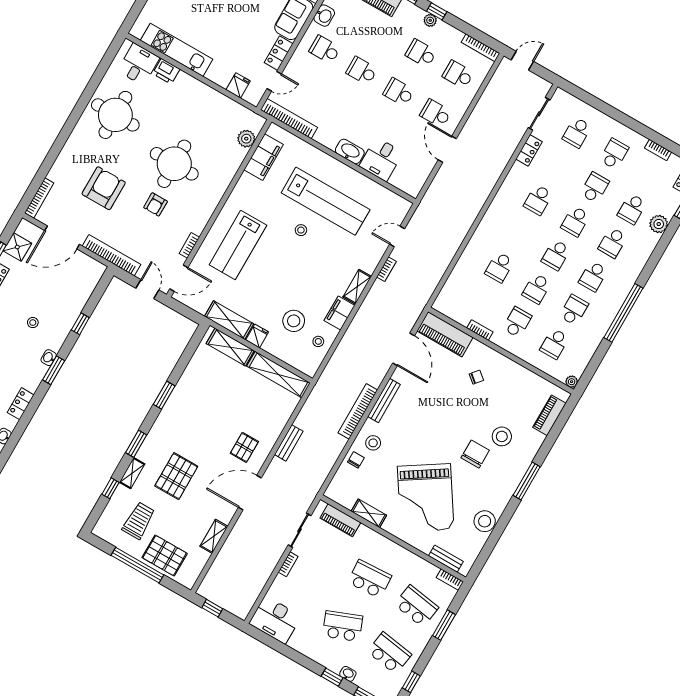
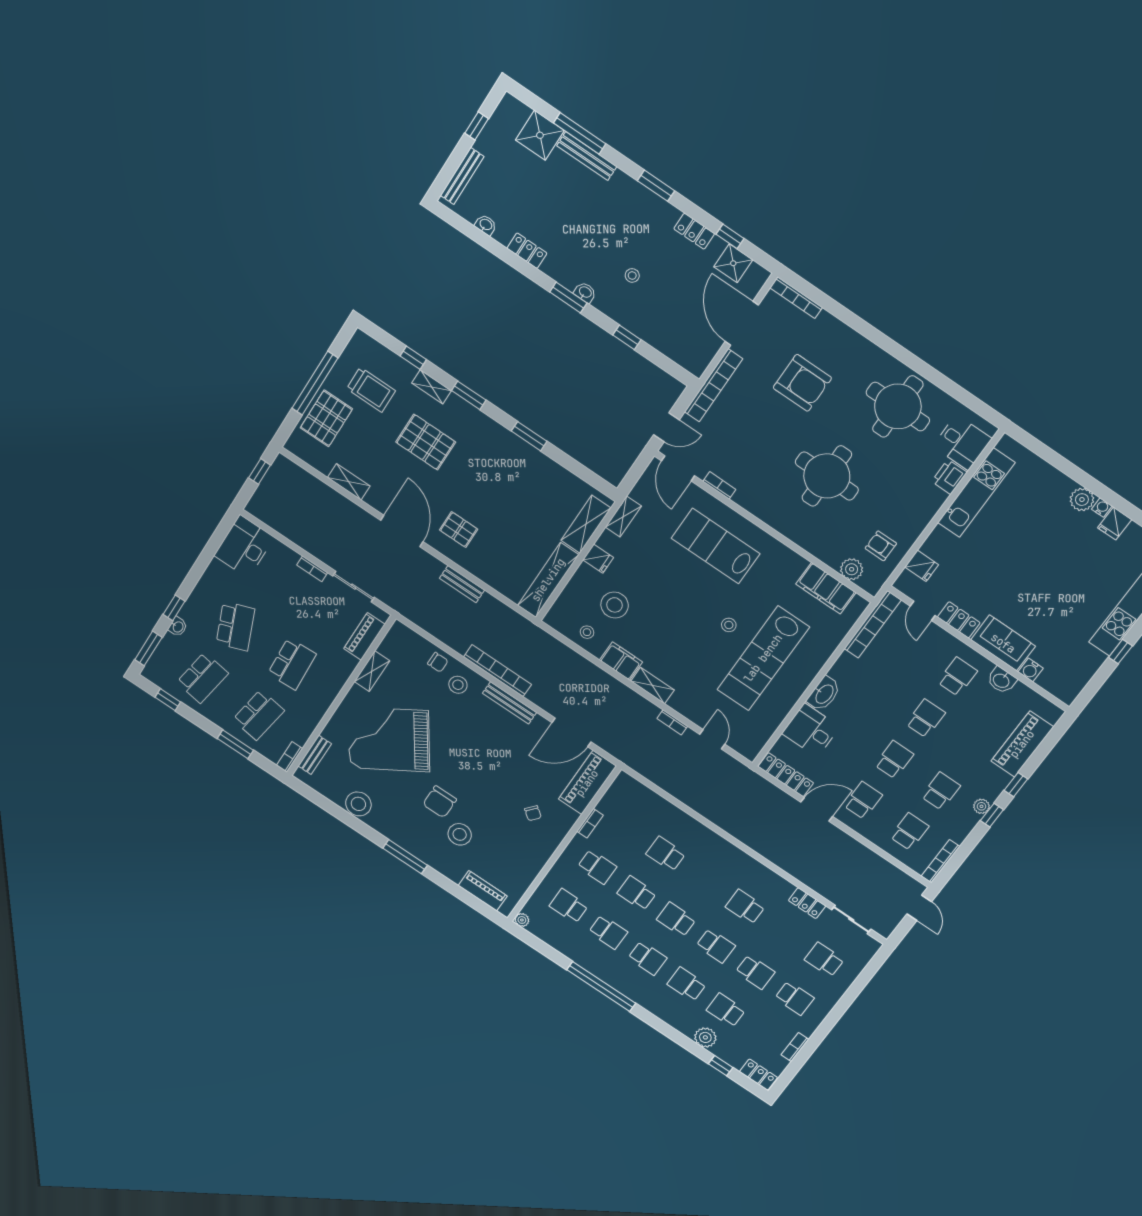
locker: (421, 176) -> (786, 775), added
armchair: (155, 204) -> (881, 546), moved
school desk: (575, 221) -> (716, 946), turned 180
school desk: (593, 276) -> (647, 958), turned 180
shelving: (229, 320) -> (623, 517), width x0.67, depth x0.75
chair: (475, 454) -> (440, 802), turned 90

